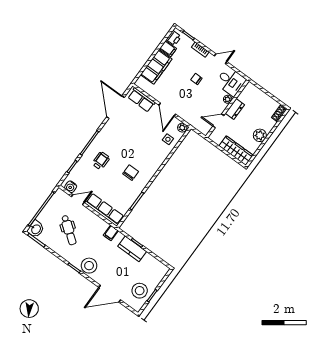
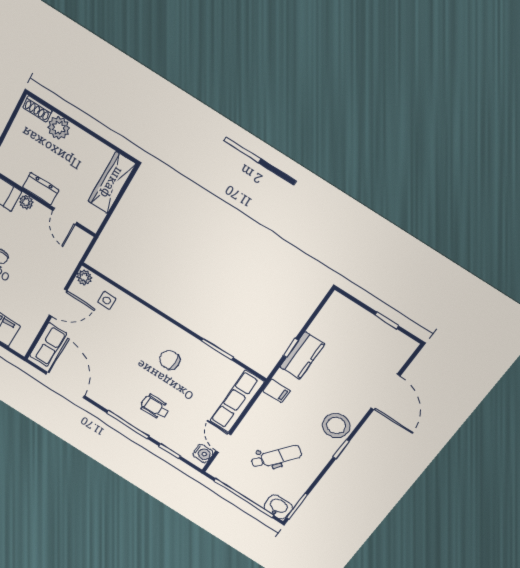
door: (115, 107) -> (65, 385), swing flipped
plant: (260, 135) -> (59, 128), moved
stool: (140, 291) -> (378, 342), removed

